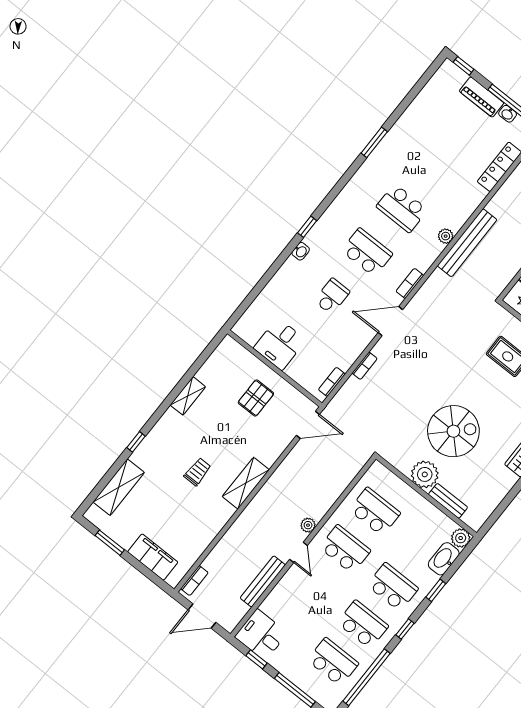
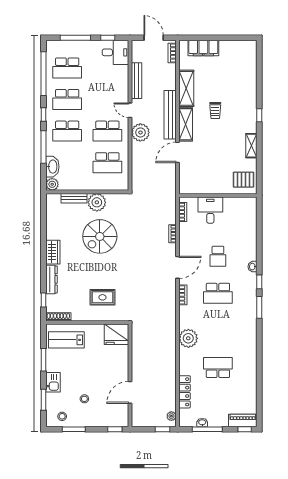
piano: (482, 97) -> (243, 421), moved
window: (374, 142) -> (259, 307), moved
school desk: (402, 208) -> (218, 368), moved
plant: (446, 236) -> (188, 338), width x1.87, depth x1.87
bench: (467, 243) -> (170, 115), moved
desk: (280, 344) -> (210, 210), moved
pallet: (256, 398) -> (243, 180), moved, turned 90
door: (308, 425) -> (178, 152), moved
window: (136, 442) -> (259, 115), moved
shelving: (119, 487) -> (186, 88), moved
plant: (308, 525) -> (140, 132), width x1.88, depth x1.88
window: (110, 543) -> (231, 38), removed
window: (436, 590) -> (44, 147), width x2.17
door: (202, 616) -> (154, 38), hinge flipped

